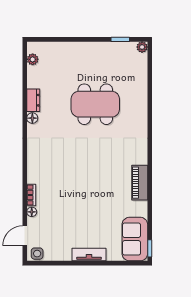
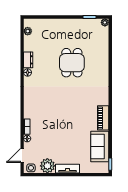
dining table: (95, 104) -> (72, 63), width x0.73
sofa: (135, 239) -> (100, 147), moved
plant: (61, 251) -> (47, 166), added

